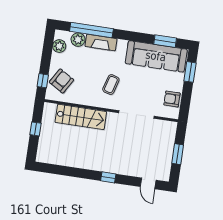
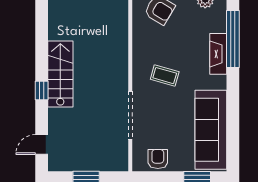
plant: (78, 40) -> (217, 23), removed
window: (165, 41) -> (233, 138), removed
stairs: (81, 117) -> (60, 74), moved, turned 180

